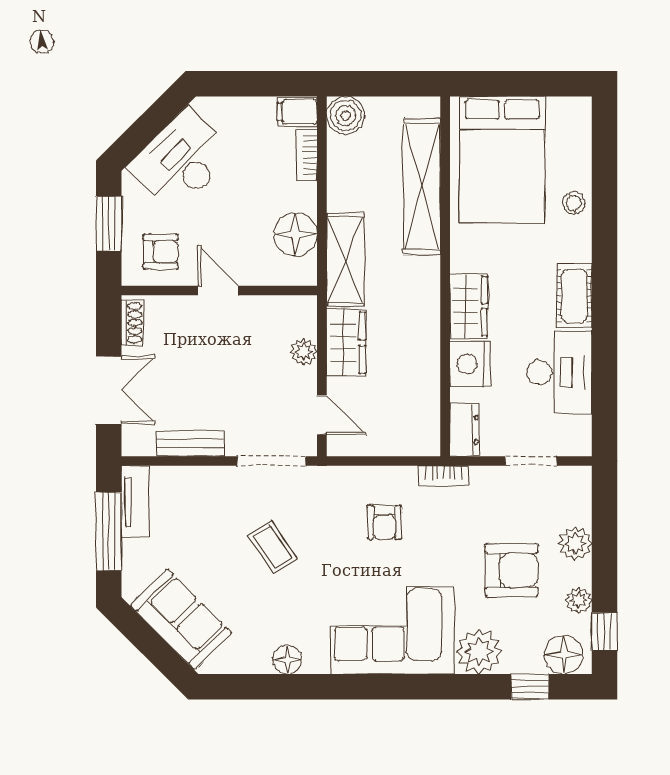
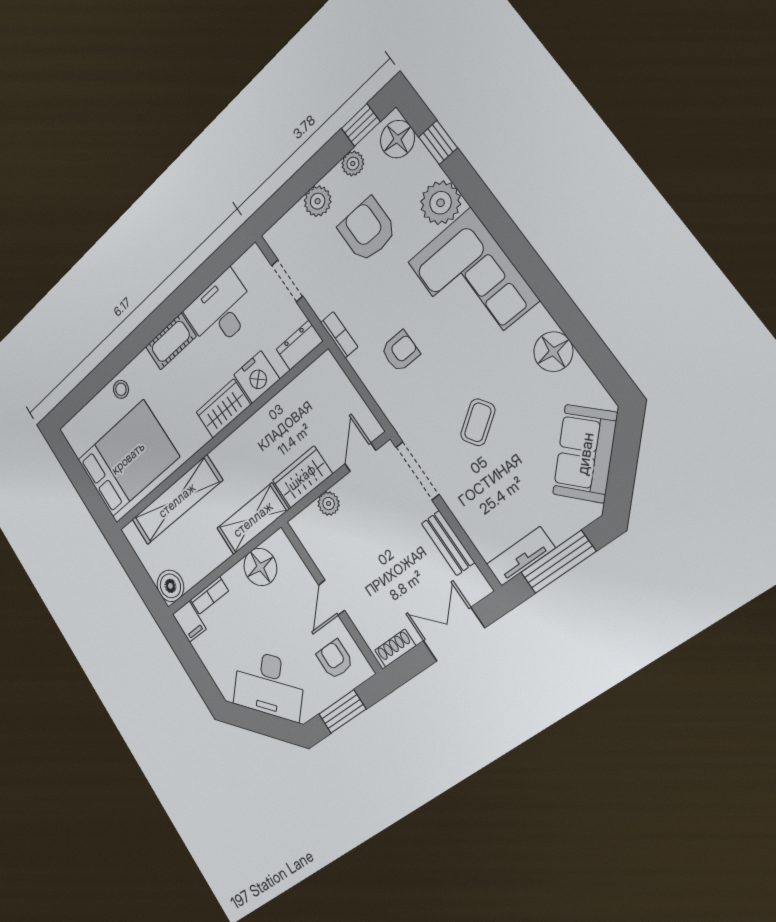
floor lamp: (287, 660) -> (553, 352), width x1.38, depth x1.38

